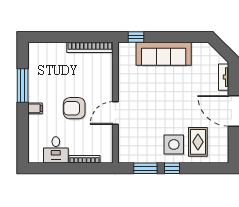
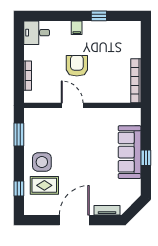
window: (136, 37) -> (146, 158), moved
window: (23, 85) -> (99, 16), width x0.46
desk: (56, 150) -> (37, 33), moved
window: (172, 168) -> (19, 189), moved

